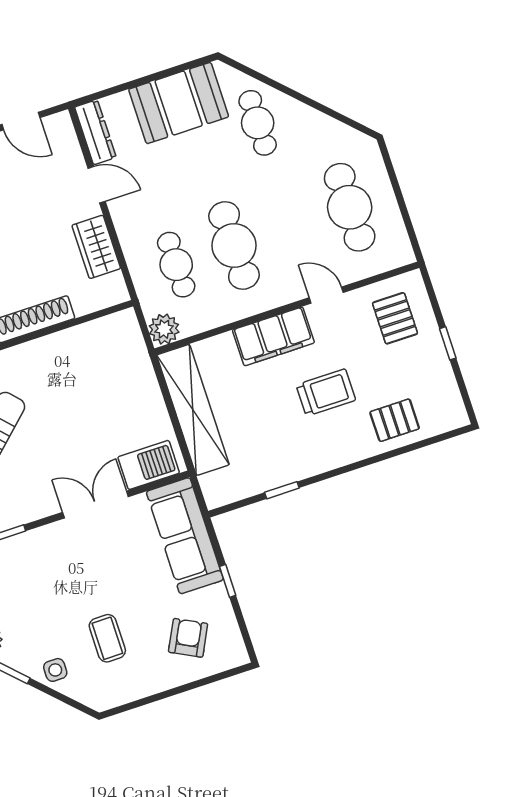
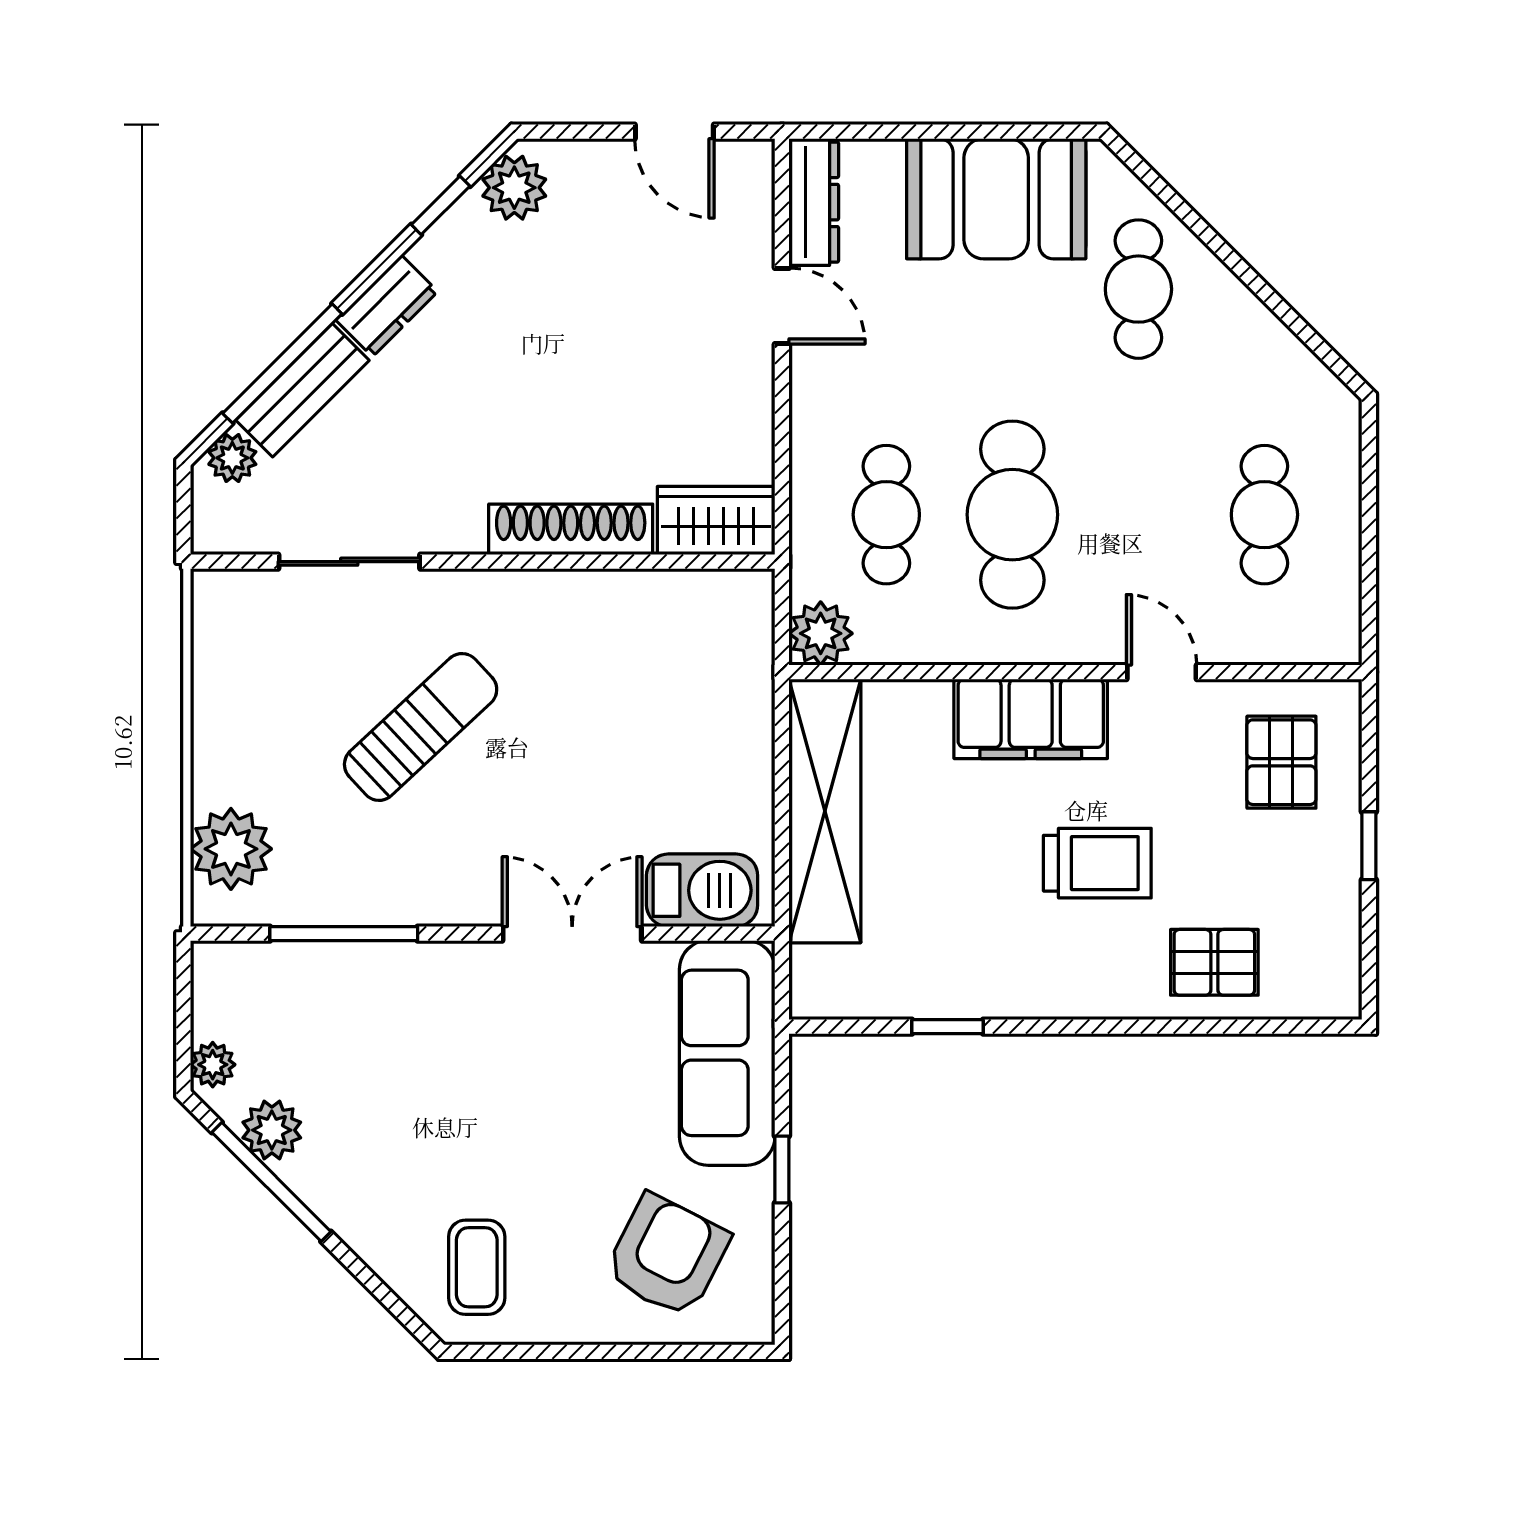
cafe table: (350, 207) -> (1264, 515), width x0.73, depth x0.74
wardrobe: (96, 247) -> (716, 521), moved, turned 90
coffee table: (107, 638) -> (477, 1267), moved
armchair: (188, 638) -> (667, 1256), width x1.38, depth x1.38
side table: (55, 670) -> (385, 1232), removed

